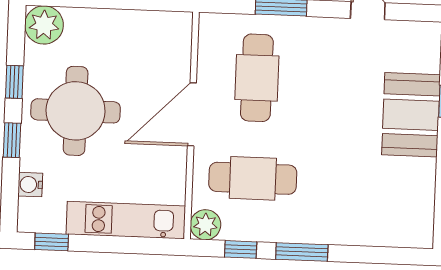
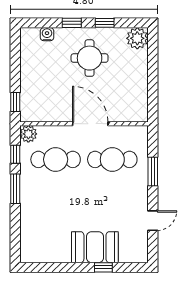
round table: (76, 111) -> (90, 58), width x0.73, depth x0.73
cafe table: (253, 178) -> (56, 159), turned 90
kitchen unit: (126, 220) -> (29, 89), removed
window: (52, 242) -> (15, 102), moved

